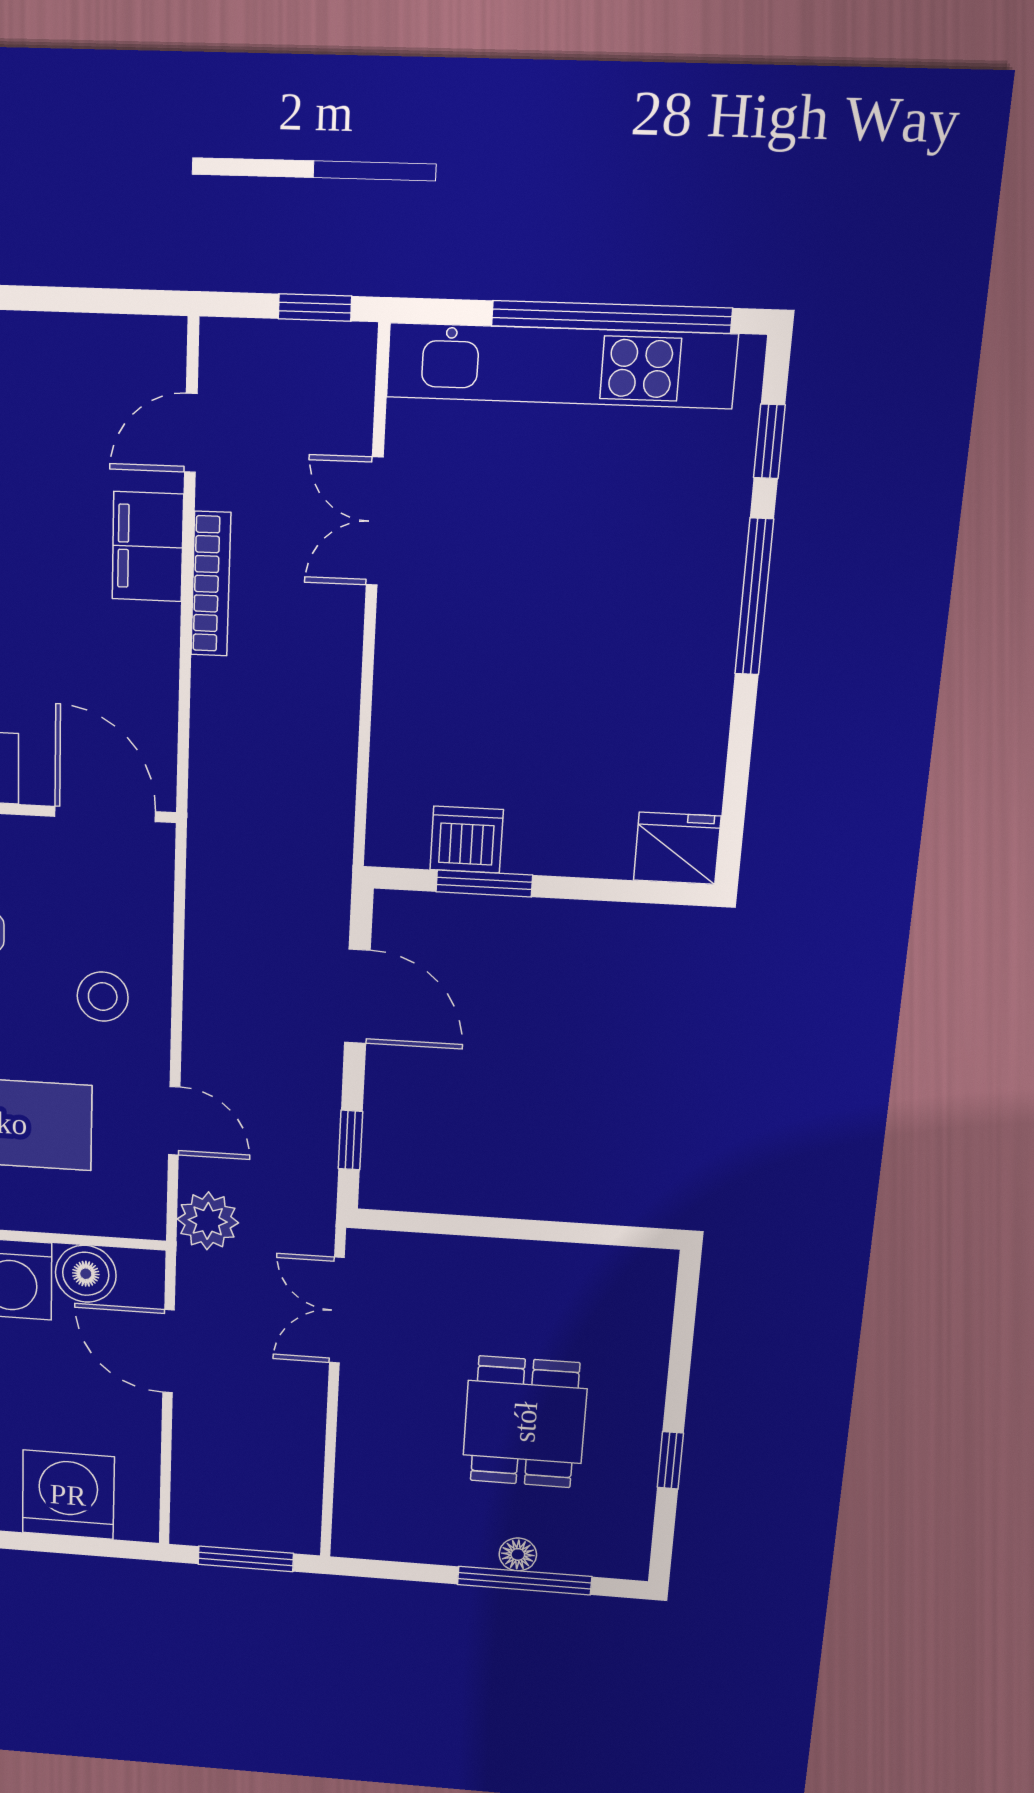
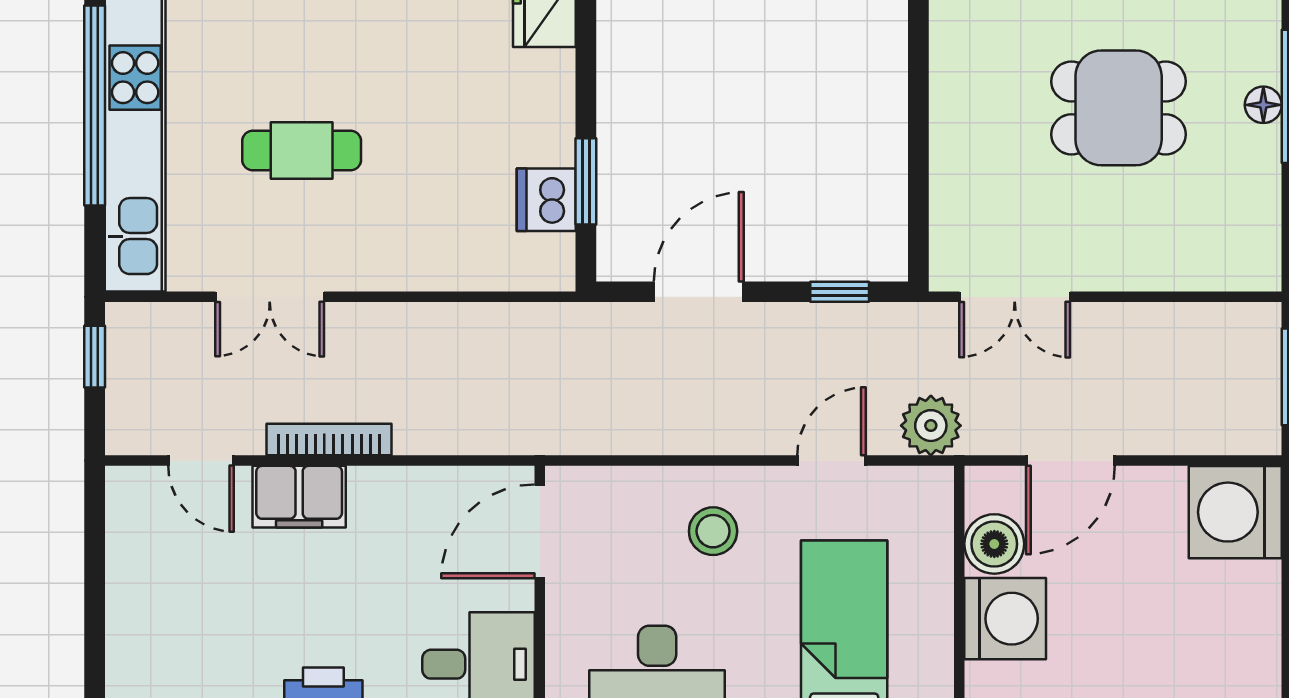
cafe table: (540, 566) -> (302, 151), added
washing machine: (68, 1495) -> (1235, 512), moved

